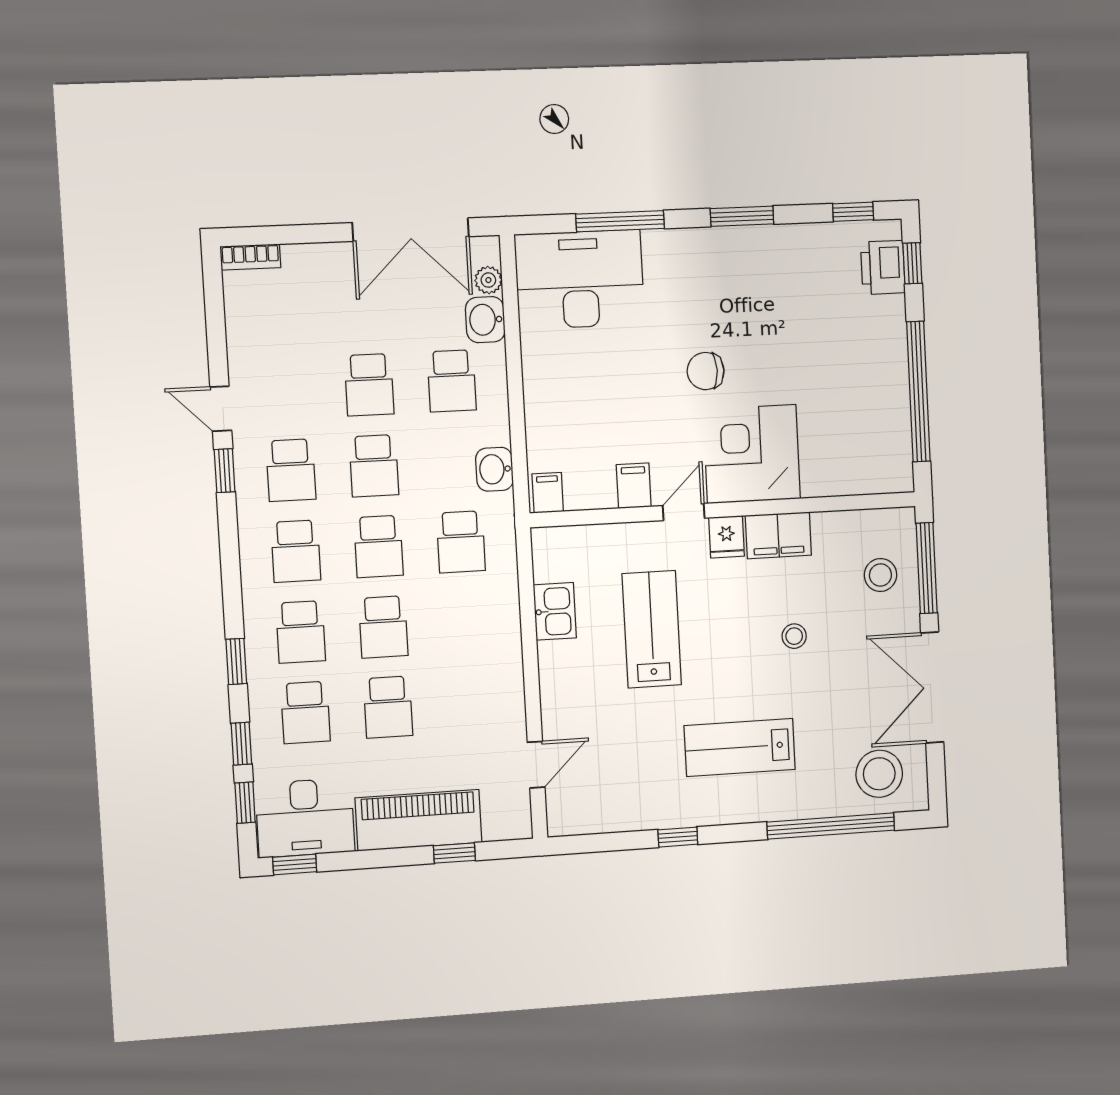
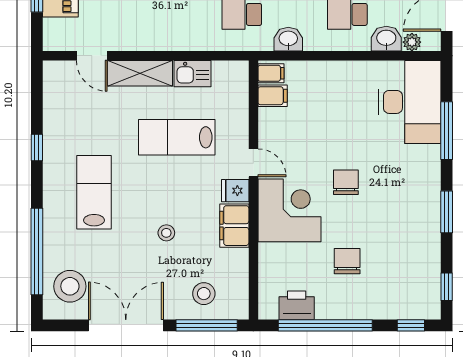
printer: (883, 267) -> (297, 305), moved
chair: (822, 363) -> (347, 261), added
filing cabinet: (634, 486) -> (273, 96), moved
lab bench: (652, 629) -> (177, 137), turned 180
shelving: (559, 691) -> (140, 73), added

